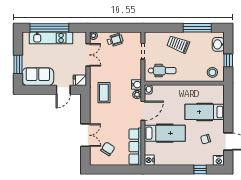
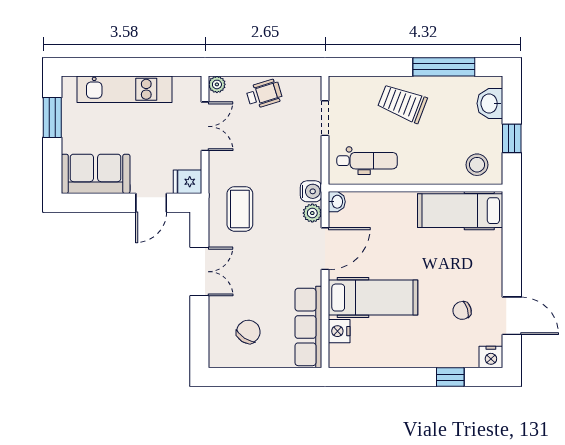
window: (49, 28) -> (121, 67), removed
window: (18, 64) -> (52, 118), moved
hospital bed: (205, 112) -> (460, 211), moved
double door: (85, 135) -> (199, 272), moved
nightstand: (149, 160) -> (339, 331), moved

